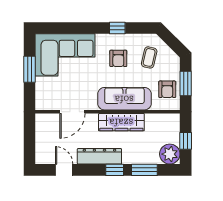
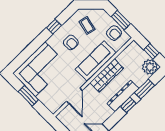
dresser: (99, 156) -> (123, 96), moved

